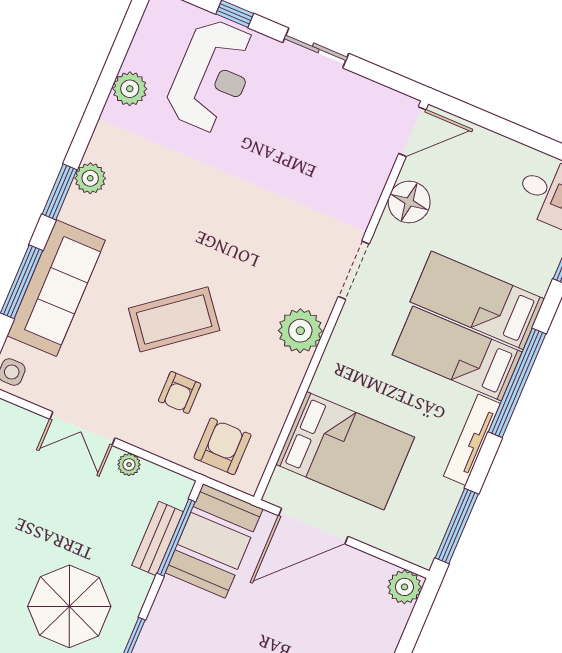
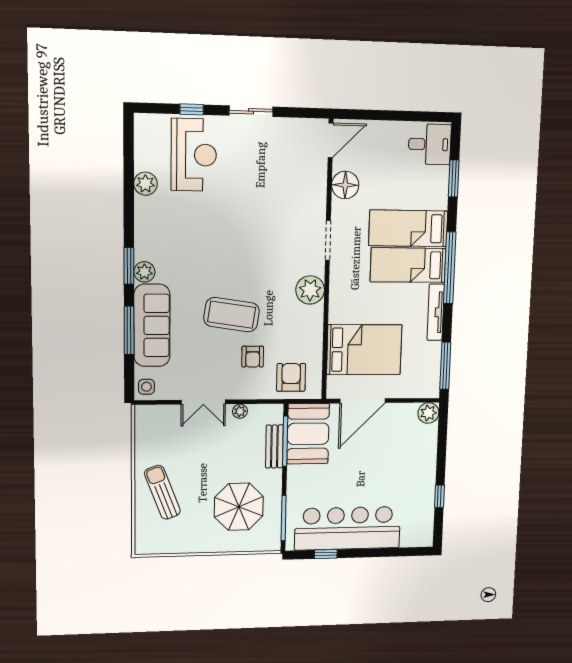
plant: (90, 178) -> (144, 272), moved
coffee table: (174, 319) -> (232, 315), turned 46

